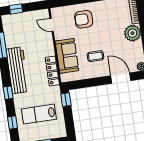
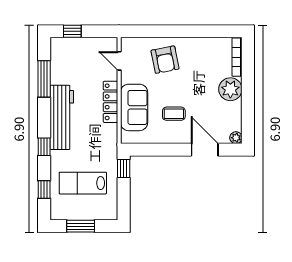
armchair: (84, 19) -> (165, 60), turned -101
locker: (52, 71) -> (110, 102), moved

